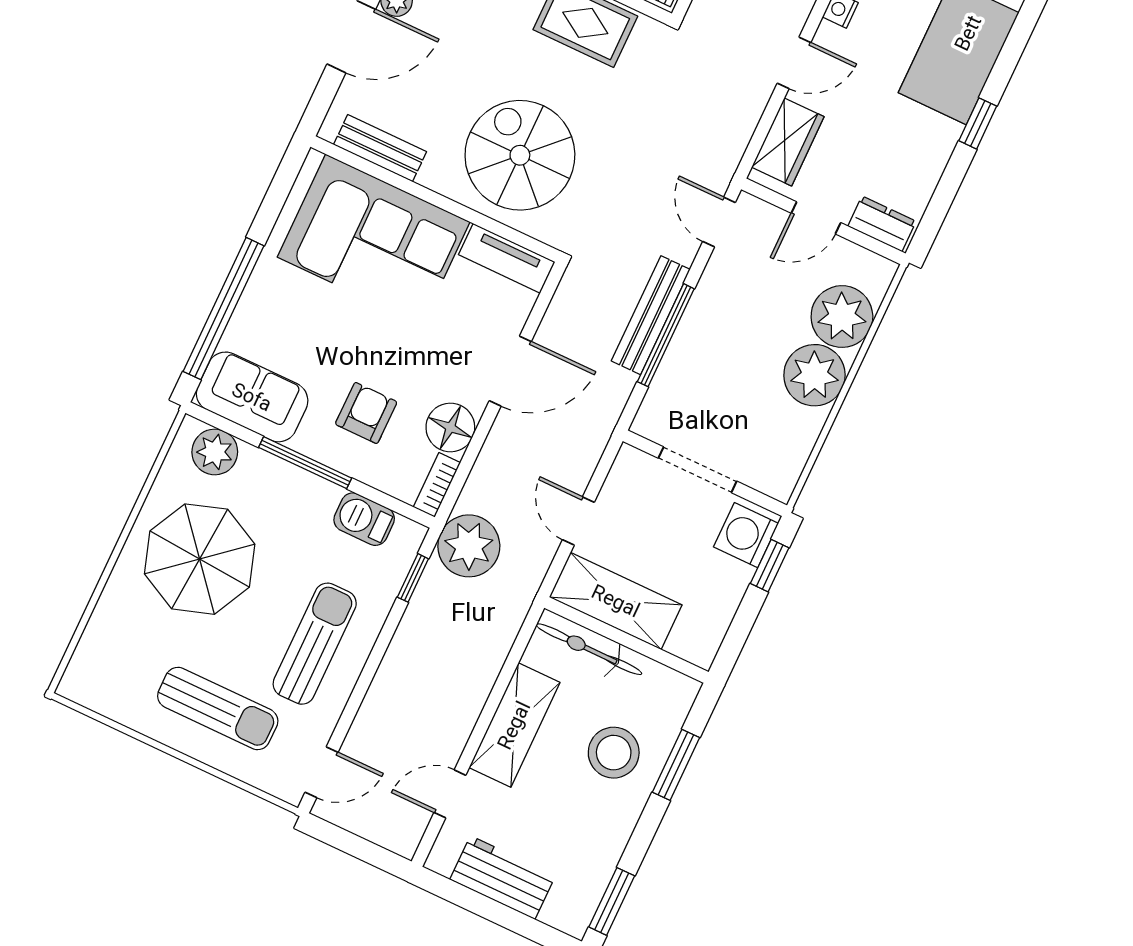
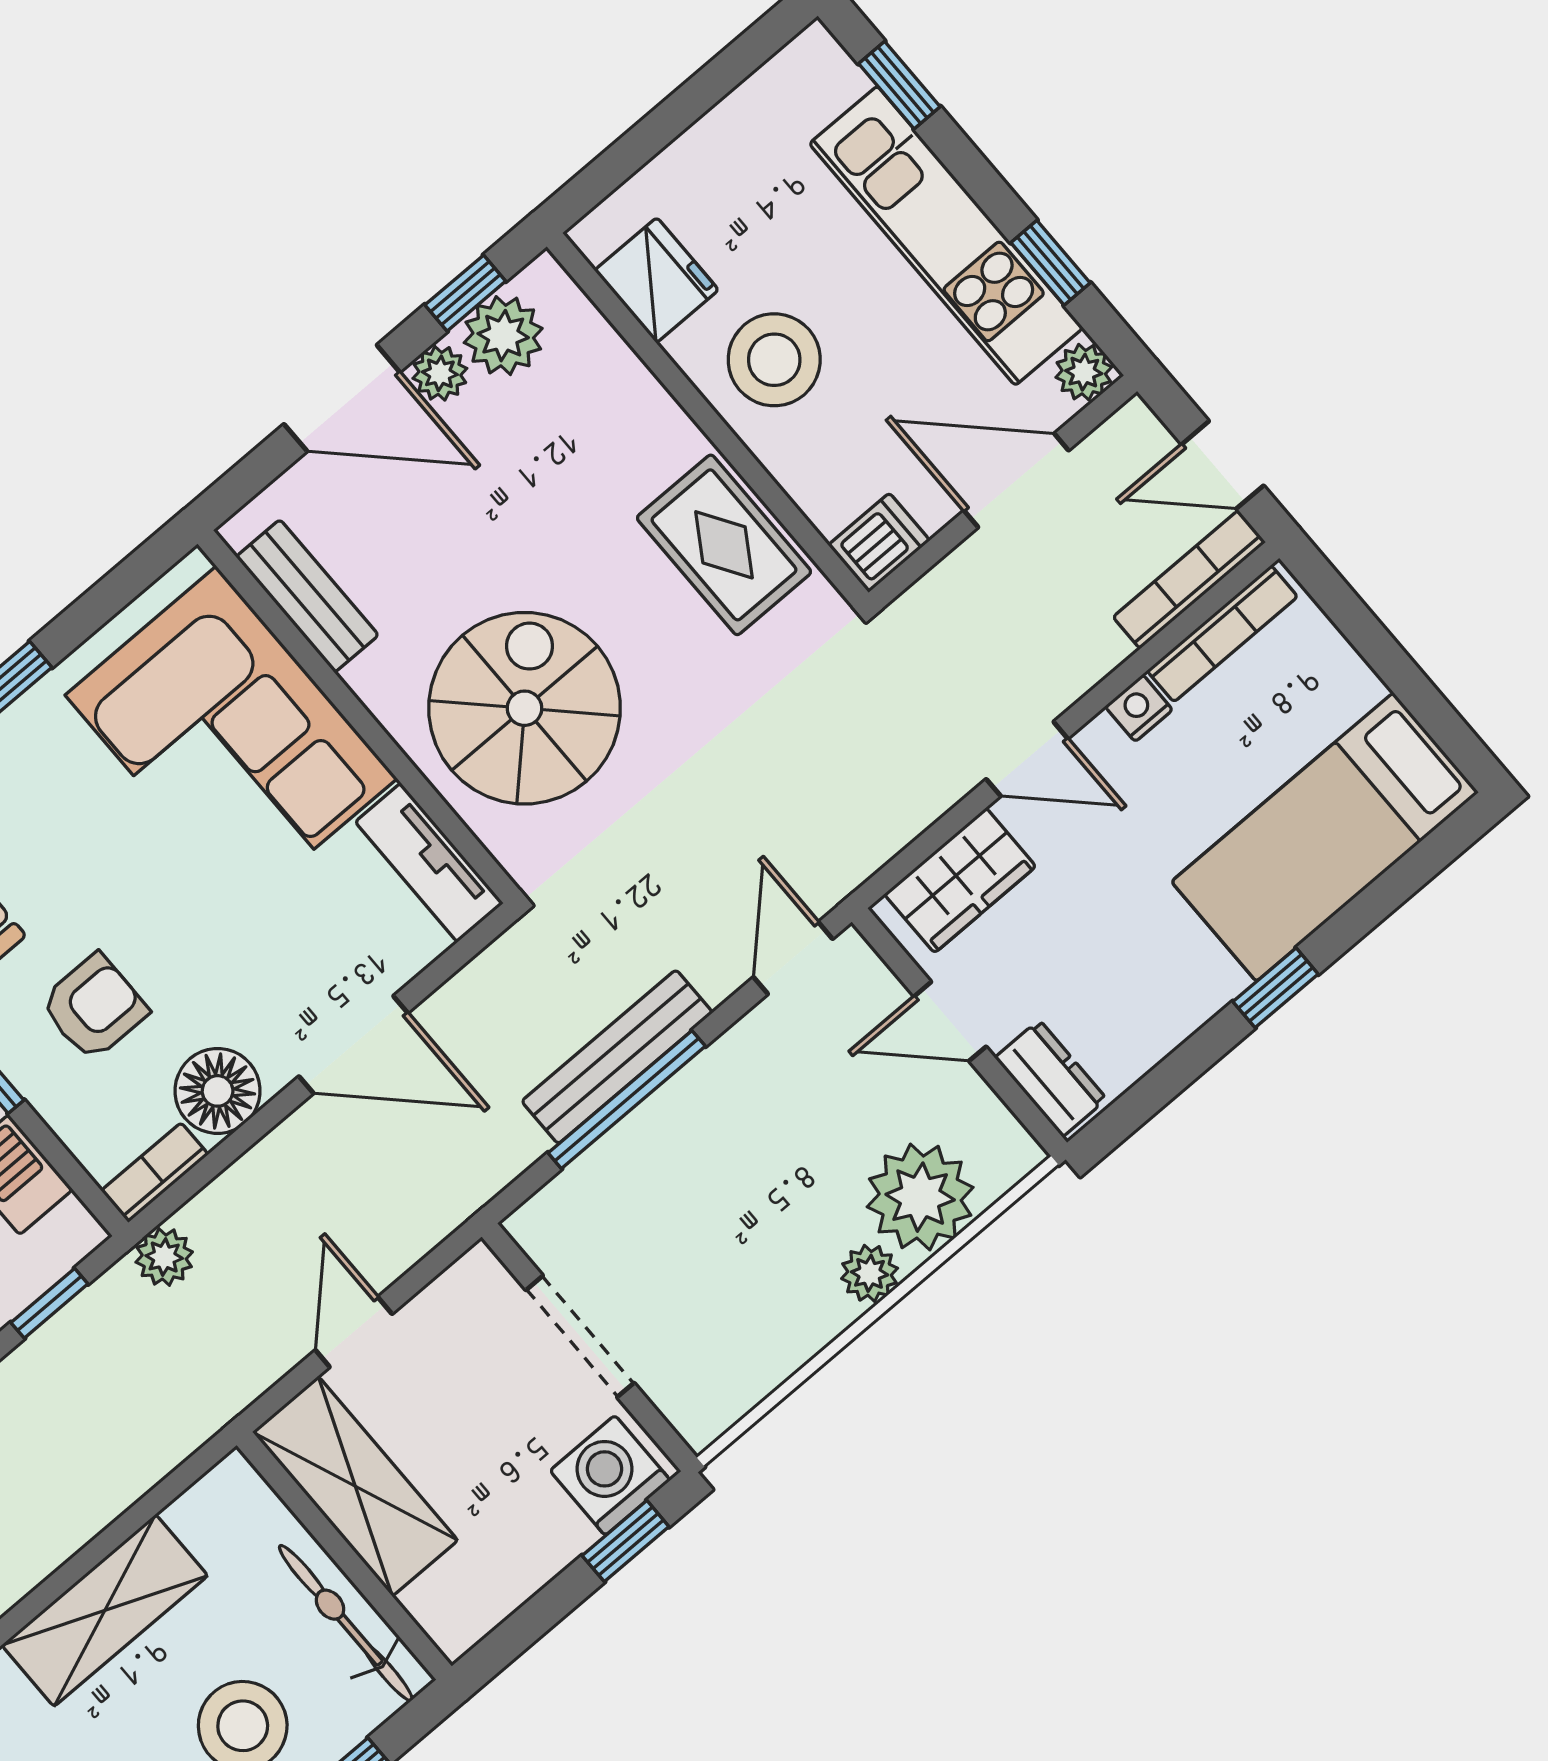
plant: (814, 375) -> (870, 1273), width x0.53, depth x0.53
plant: (469, 546) -> (164, 1257), width x0.53, depth x0.53
bicycle: (589, 649) -> (346, 1623), moved

